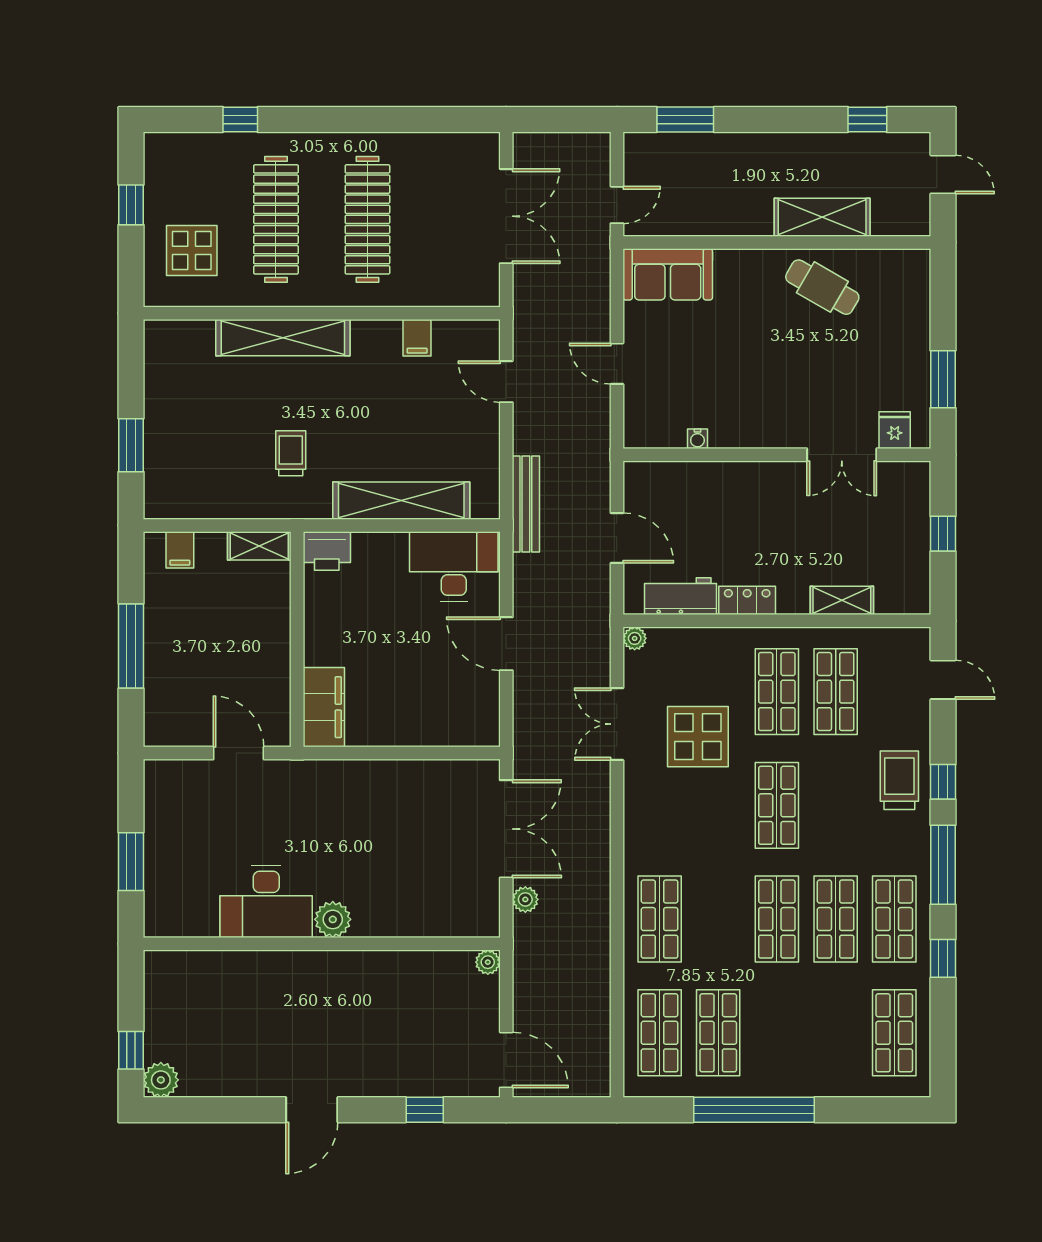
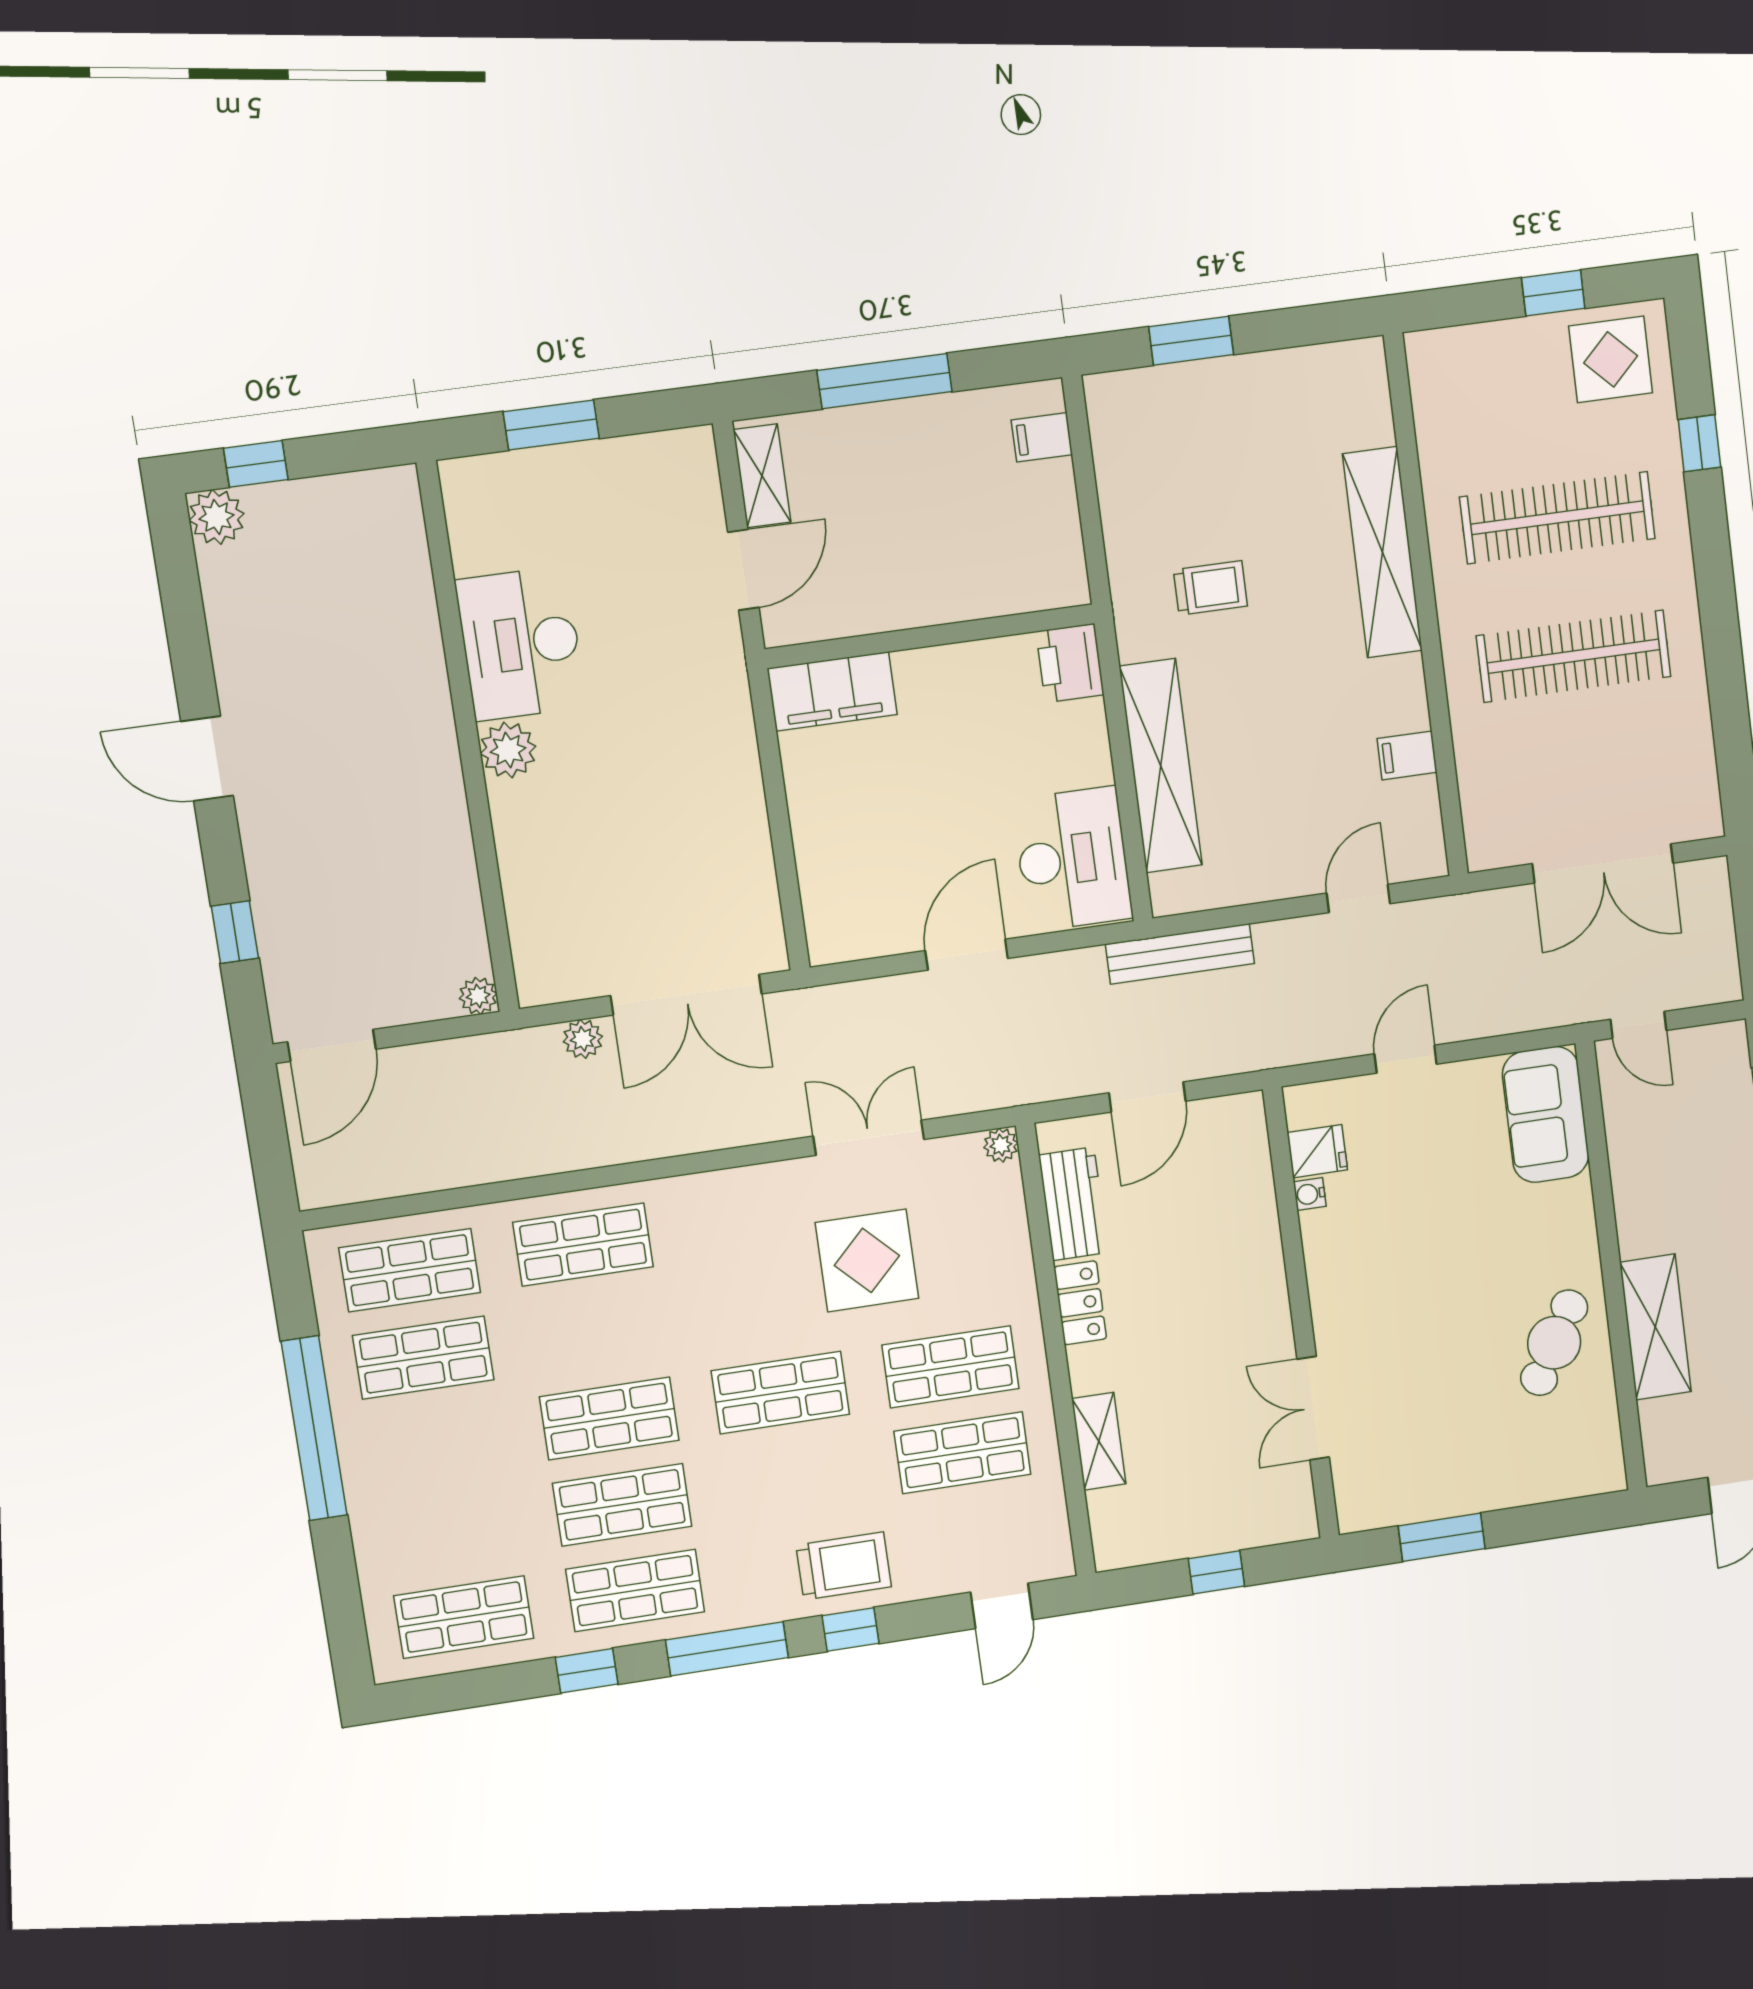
display table: (192, 250) -> (1611, 359), moved
fridge: (895, 430) -> (1317, 1151), moved
shelving: (259, 546) -> (762, 476), moved

